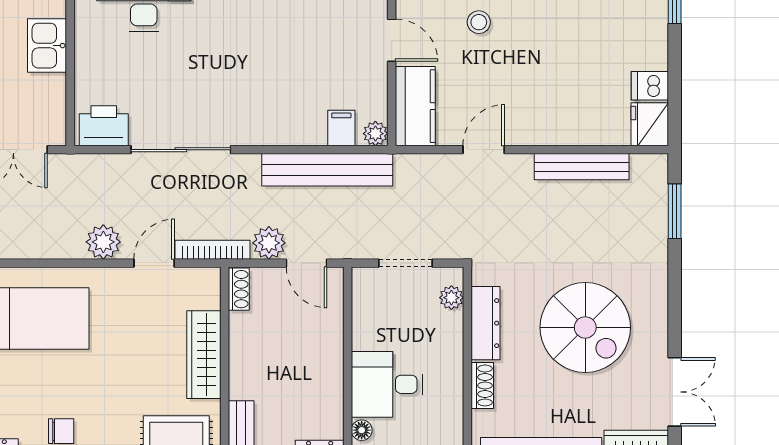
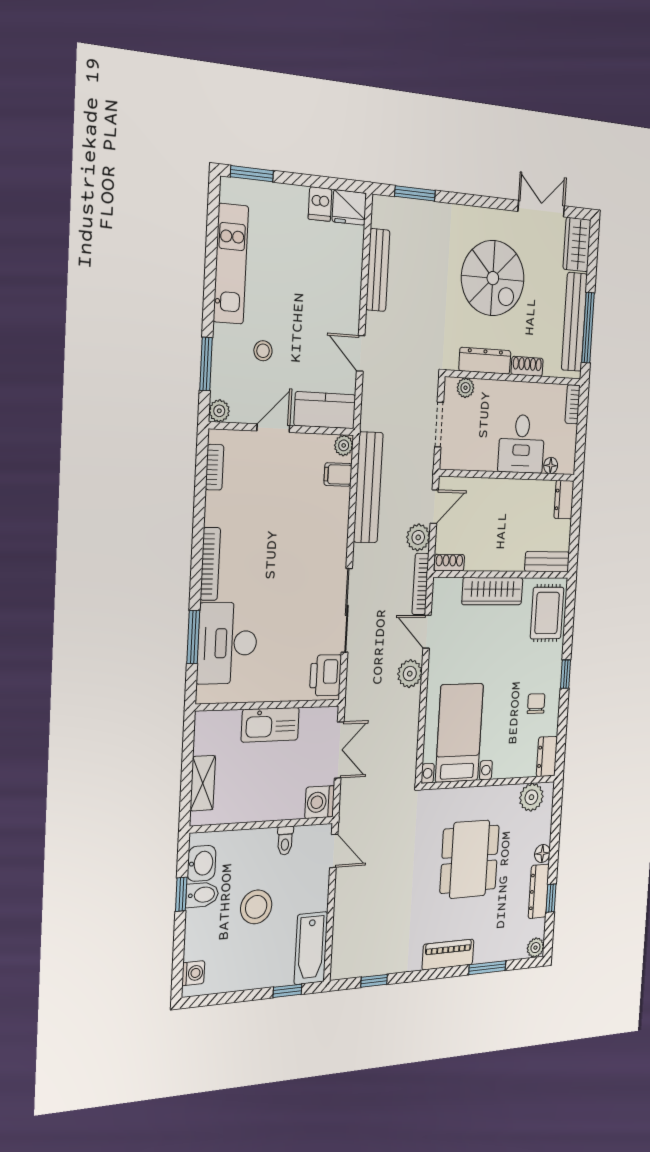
kitchen sink: (47, 46) -> (270, 725), width x1.38
spiral stairs: (585, 327) -> (493, 278), turned 90

